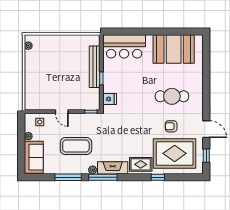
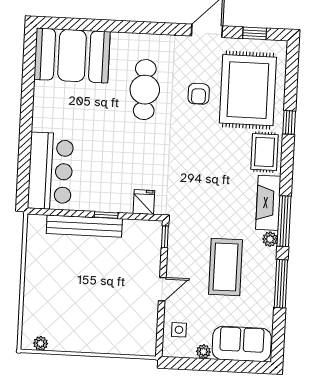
booth: (174, 49) -> (72, 56), moved, turned 90

